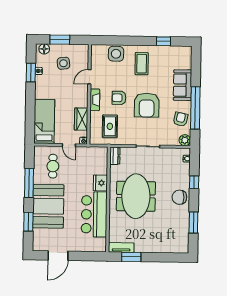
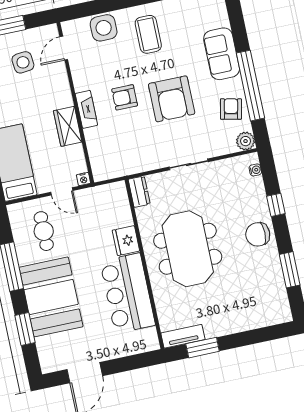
door: (89, 77) -> (64, 48), moved
wardrobe: (81, 119) -> (68, 126), moved
rug: (110, 126) -> (120, 146), removed

